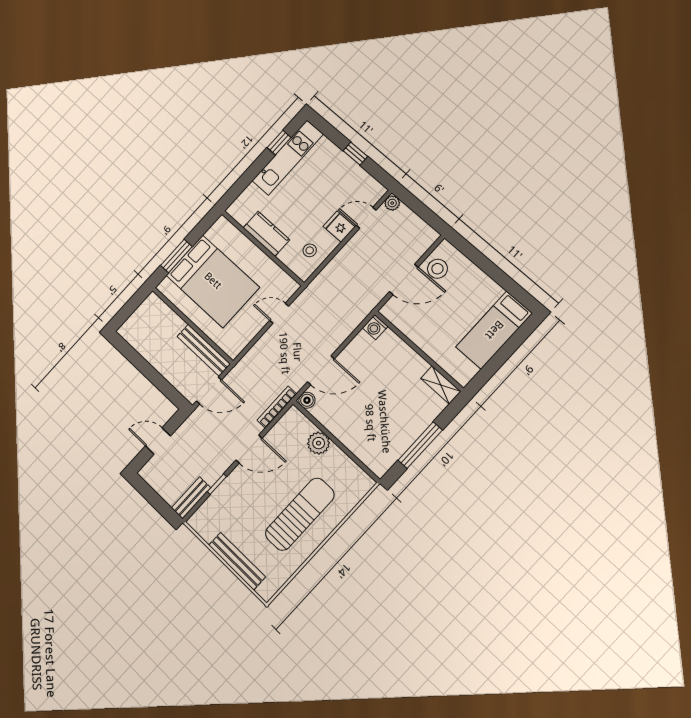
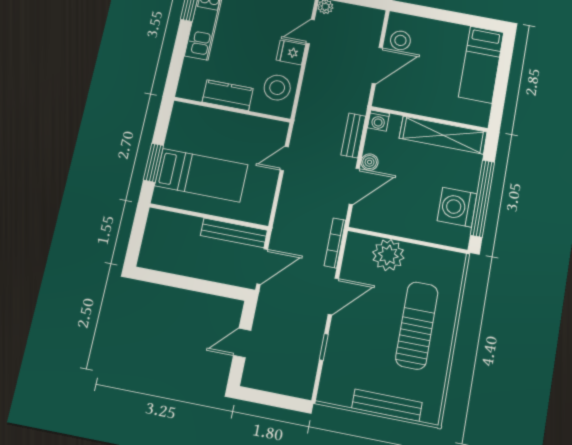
stool: (310, 250) -> (277, 88), width x1.89, depth x1.89
bed: (213, 281) -> (201, 175), width x0.67
shelving: (441, 385) -> (443, 135), width x2.20, depth x1.33
boiler: (307, 400) -> (370, 162), moved
washing machine: (394, 439) -> (457, 207), added
plant: (319, 443) -> (388, 255), width x1.36, depth x1.36
window: (420, 445) -> (482, 199), width x1.46
bench: (191, 498) -> (353, 135), moved

